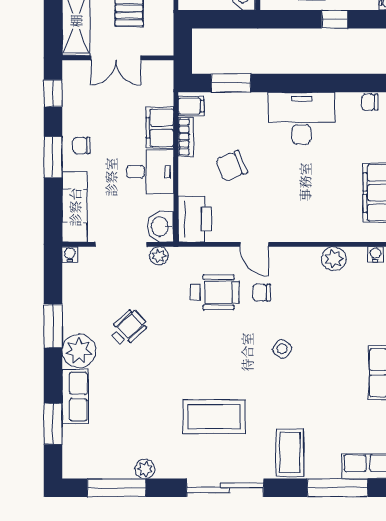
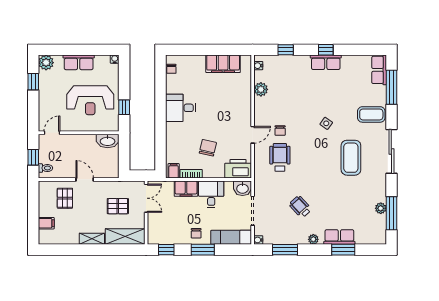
window: (335, 19) -> (124, 107), moved
double door: (116, 58) -> (146, 198), moved
window: (231, 83) -> (160, 148), removed
desk: (301, 118) -> (181, 108), width x0.73
chair: (231, 166) -> (208, 148), turned -145
plant: (159, 256) -> (259, 189), removed
window: (53, 326) -> (285, 250), moved
side table: (282, 349) -> (326, 123), moved
plant: (79, 351) -> (313, 239), width x0.53, depth x0.53
window: (53, 424) -> (343, 250), moved
plant: (145, 469) -> (381, 208), moved

